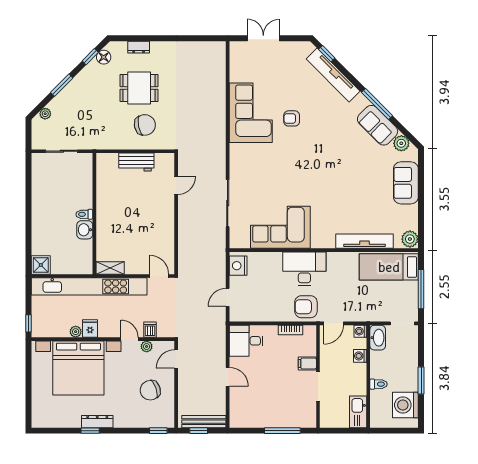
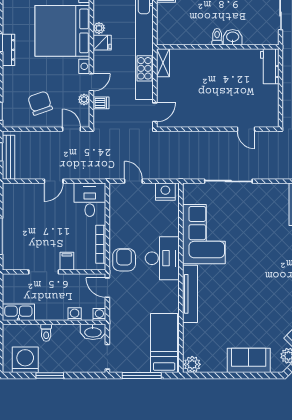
workbench: (136, 162) -> (270, 66), moved
washbasin: (85, 230) -> (233, 37), moved
tv unit: (364, 241) -> (190, 294), moved
bookcase: (291, 330) -> (101, 244), width x1.56

